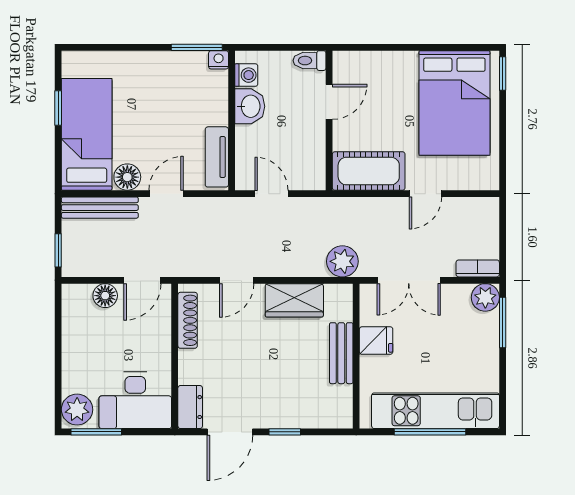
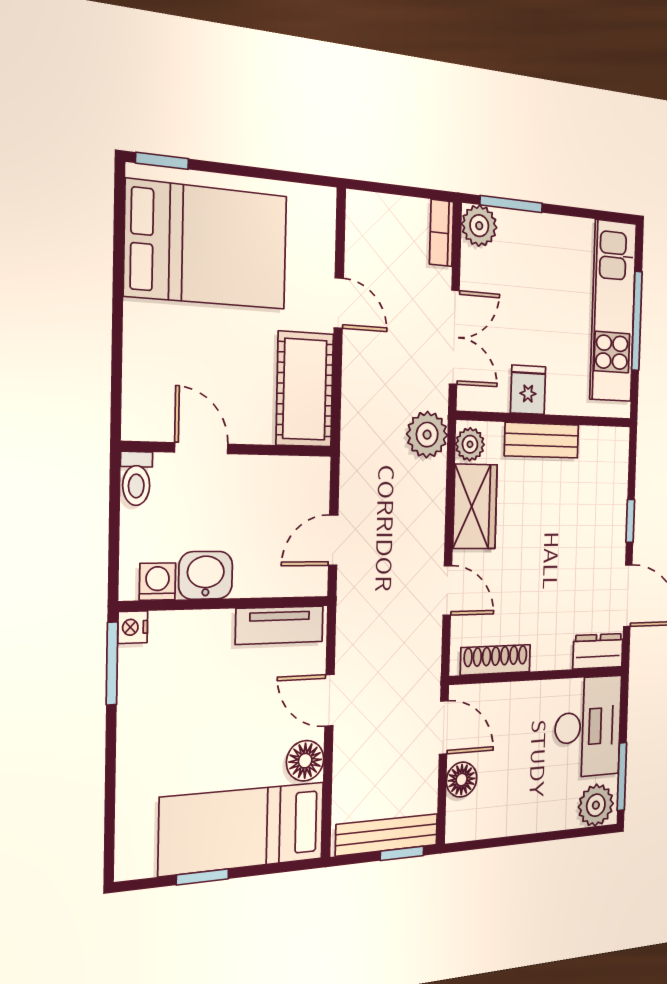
bench: (100, 208) -> (387, 835), moved, turned 90
plant: (337, 295) -> (470, 444), added

